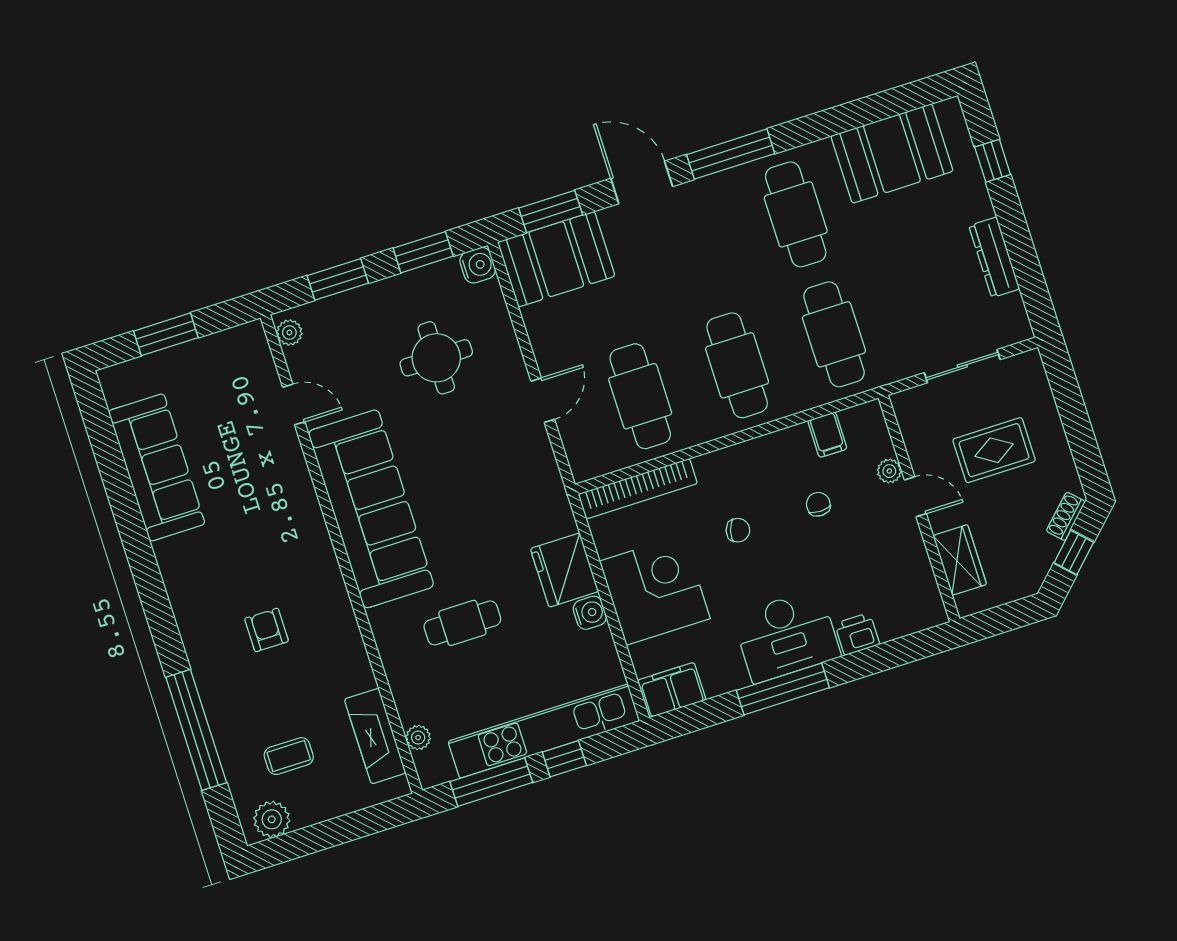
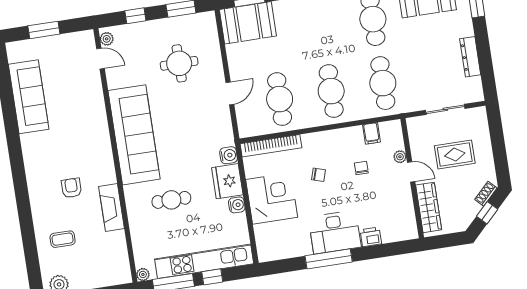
water cooler: (478, 265) -> (229, 155), moved
window: (338, 279) -> (135, 16), width x0.67
door: (294, 404) -> (100, 59), moved
wardrobe: (960, 560) -> (429, 207), width x1.50
filing cabinet: (672, 690) -> (272, 251), removed
window: (196, 730) -> (28, 233), removed
fireplace: (375, 736) -> (112, 208), moved
plant: (418, 738) -> (143, 274), moved
coffee table: (289, 756) -> (63, 239), moved

